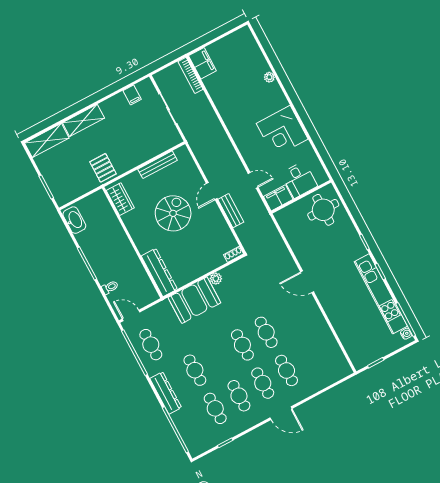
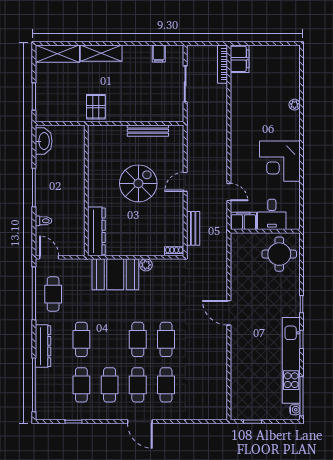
wardrobe: (120, 199) -> (96, 144), removed
bench: (231, 211) -> (193, 228), moved

